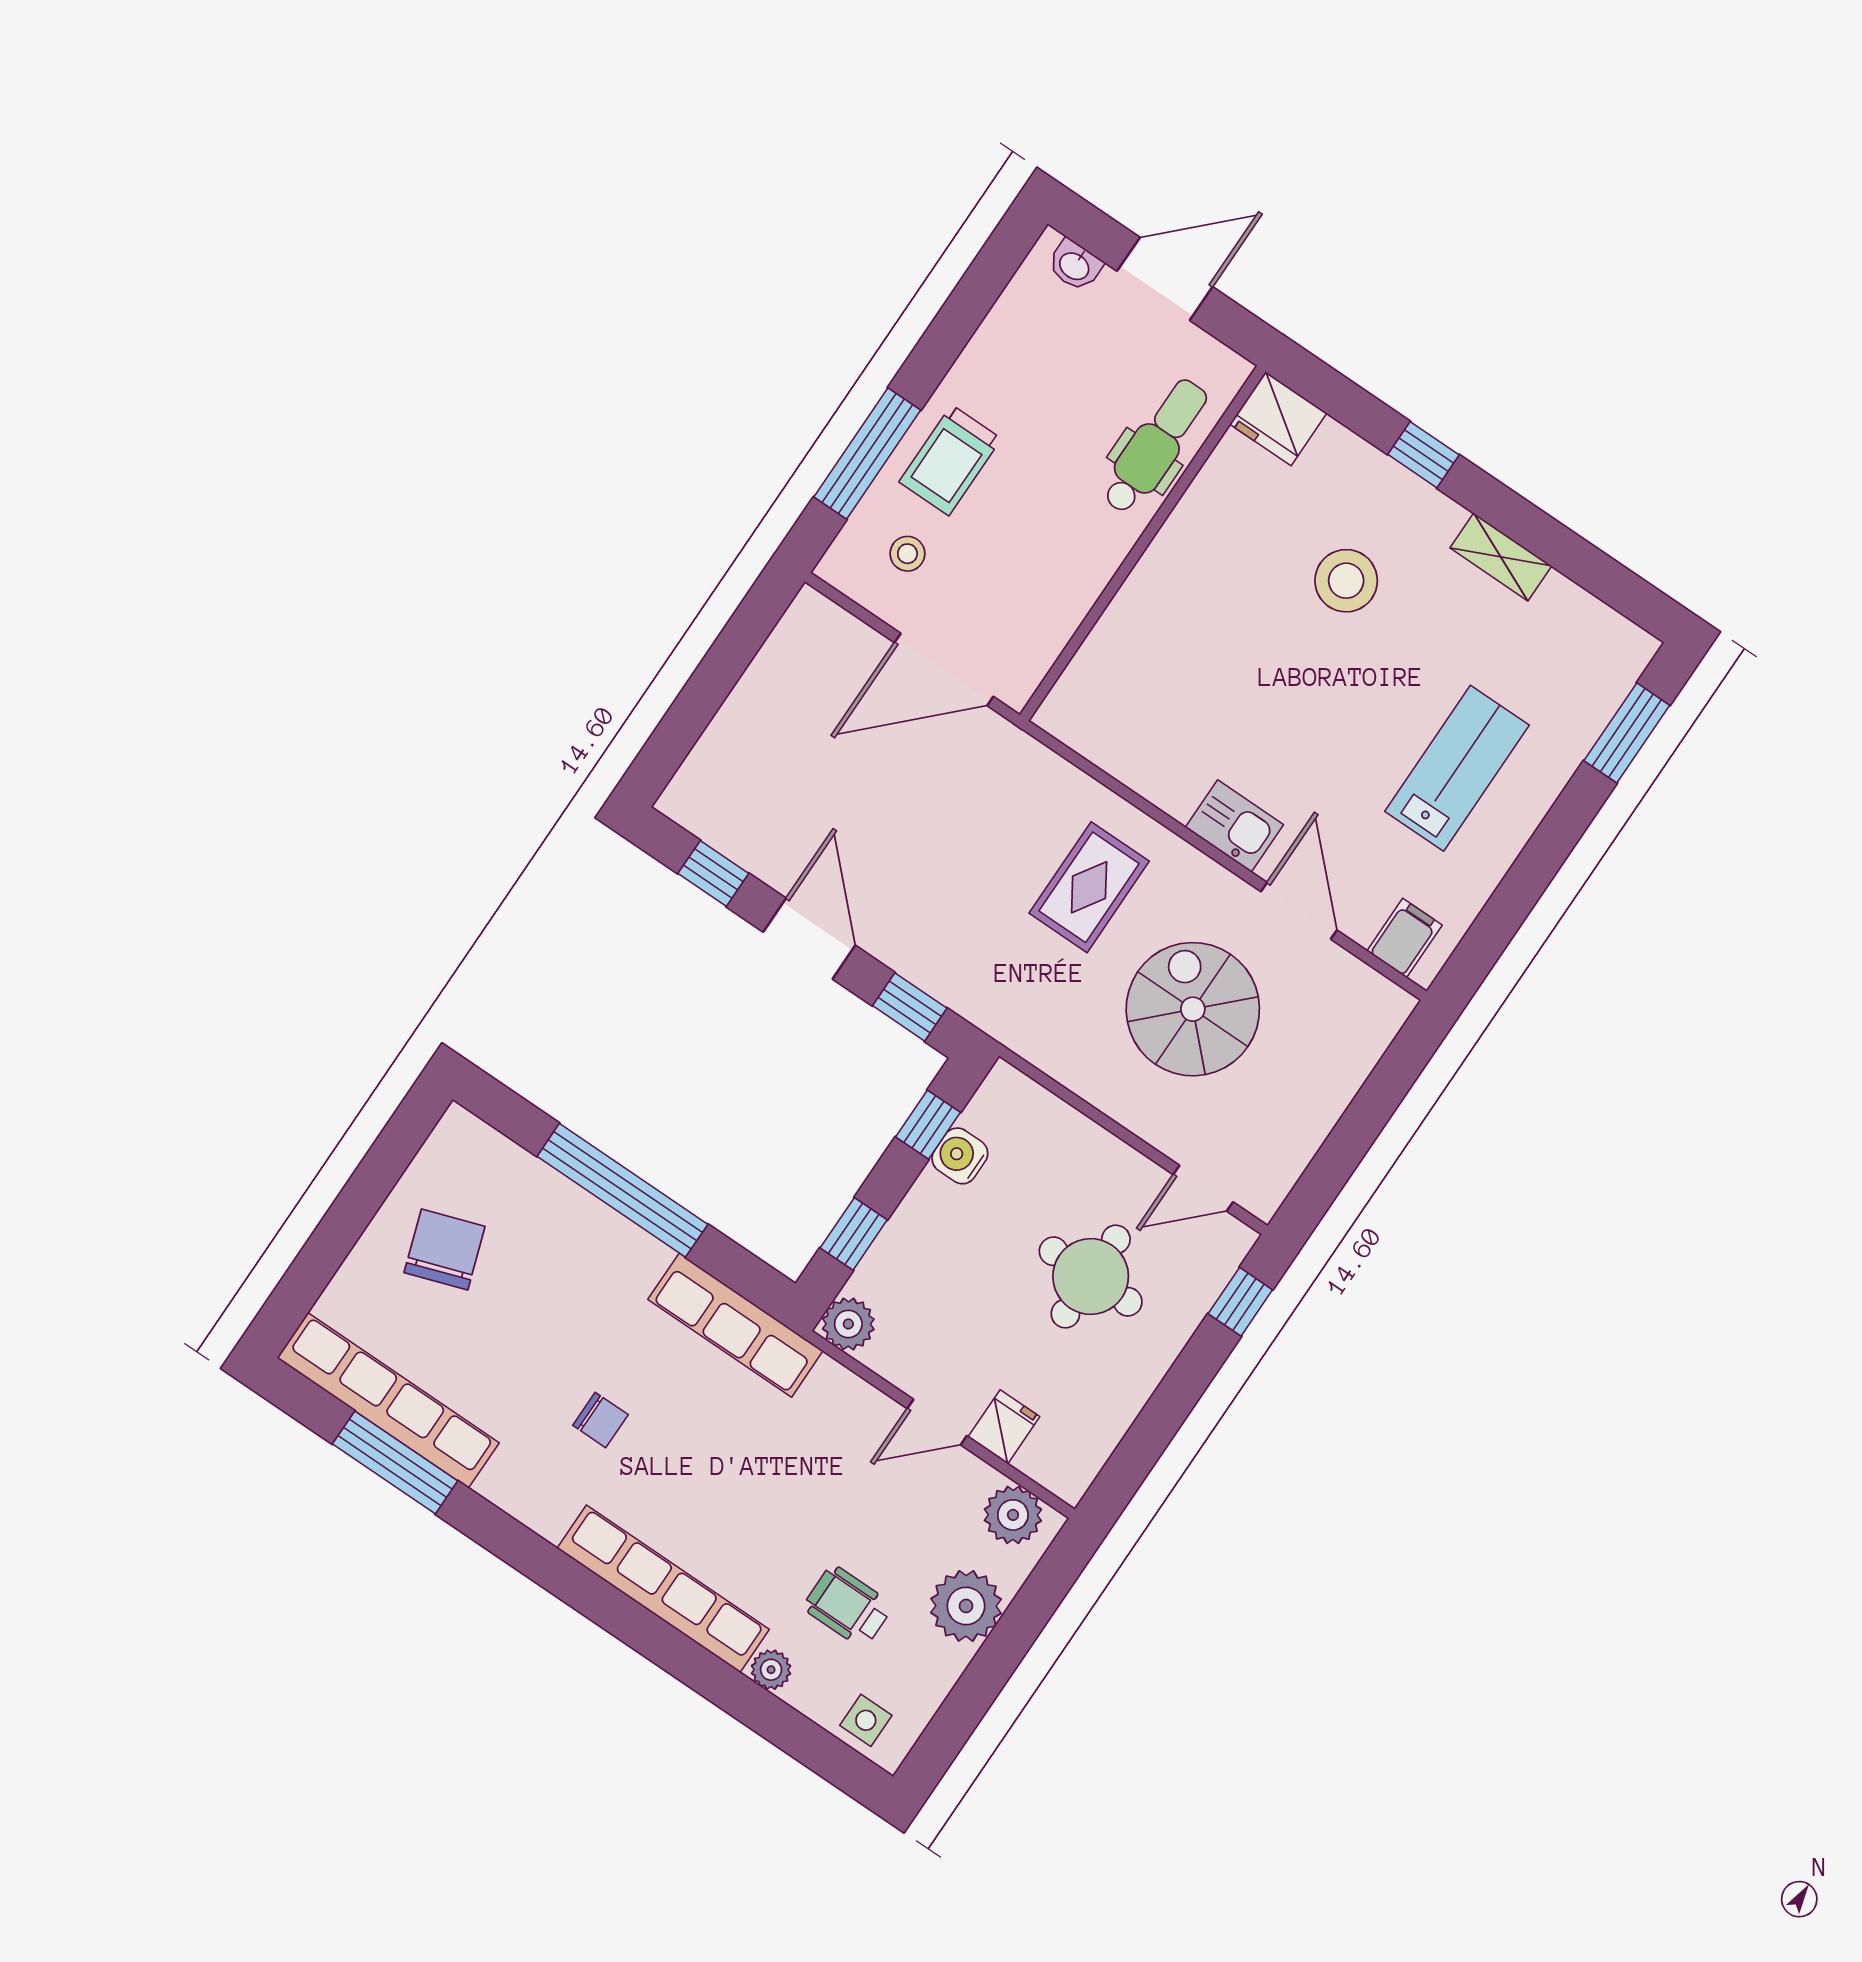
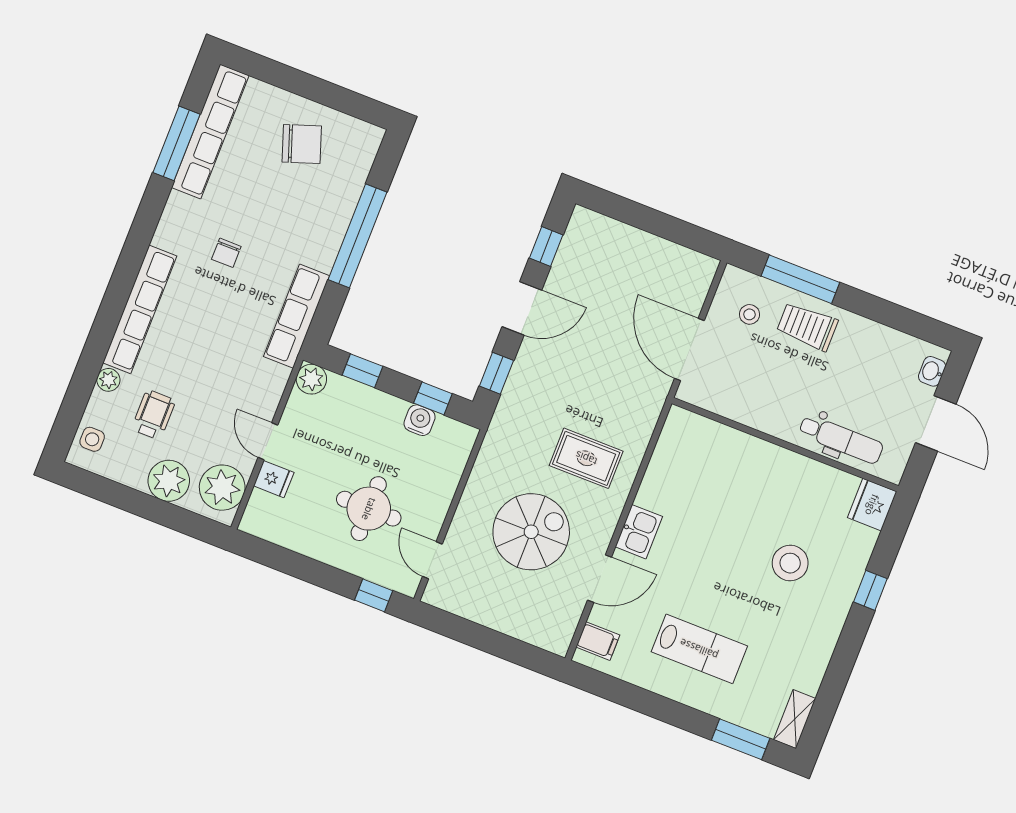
shelving: (1501, 557) -> (795, 719), moved
plant: (1013, 1515) -> (222, 488), width x1.36, depth x1.36

